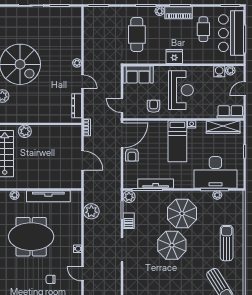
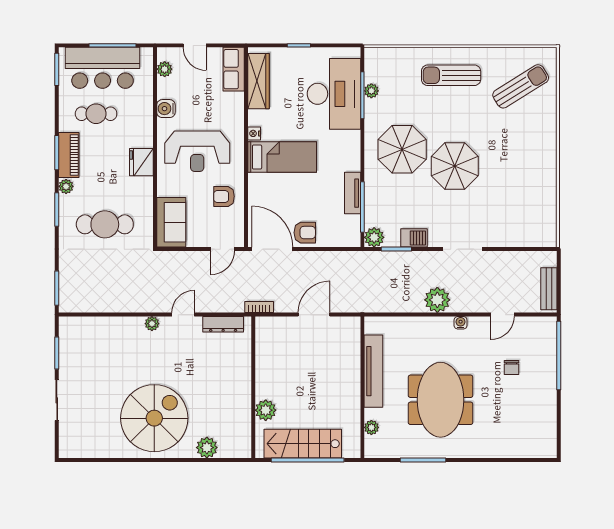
water cooler: (219, 71) -> (166, 109), moved
reception desk: (181, 90) -> (197, 151), turned 180
tv unit: (156, 184) -> (353, 193), width x0.71
plant: (91, 211) -> (437, 300), moved

